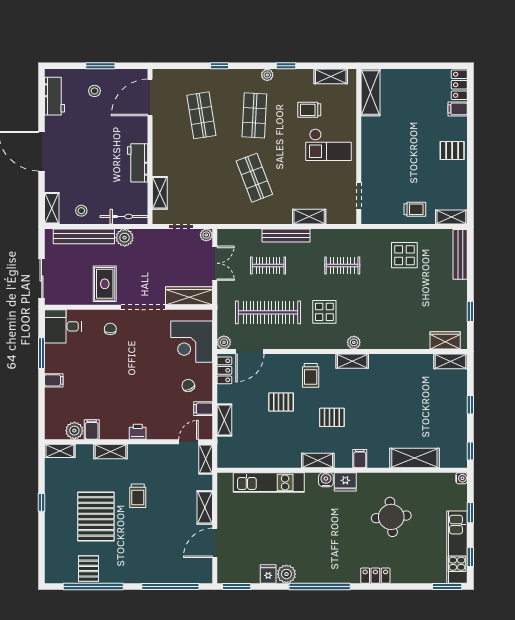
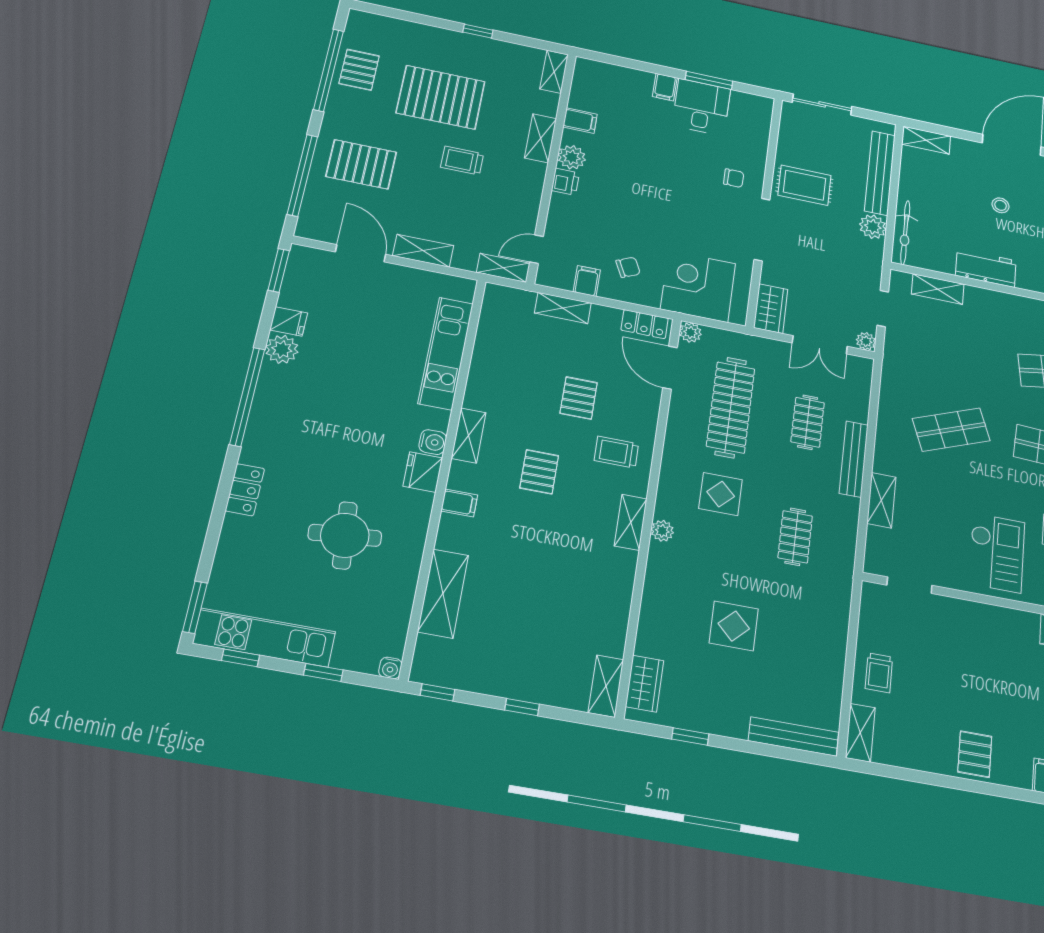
checkout: (329, 145) -> (997, 553), turned 180
stool: (81, 211) -> (1001, 205), moved
display table: (404, 255) -> (734, 626), moved
wardrobe: (189, 296) -> (771, 309), width x0.67
desk: (63, 326) -> (701, 107), moved
plant: (74, 431) -> (572, 157), moved
door: (189, 442) -> (536, 249), swing flipped
pallet: (155, 554) -> (361, 164), added
pallet: (88, 569) -> (359, 70), turned 90

